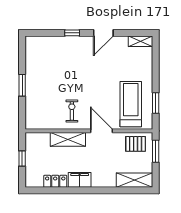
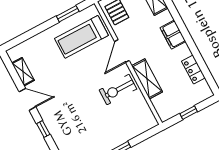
shelving: (140, 41) -> (23, 72), moved
exercise bike: (72, 111) -> (118, 90), width x1.38, depth x1.39
filing cabinet: (80, 180) -> (173, 35), moved

